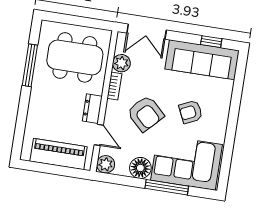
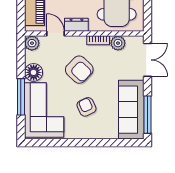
double door: (147, 32) -> (147, 60), swing flipped
window: (211, 42) -> (147, 115), width x2.17
armchair: (145, 114) -> (79, 70), turned -90
door: (99, 135) -> (56, 34), swing flipped

